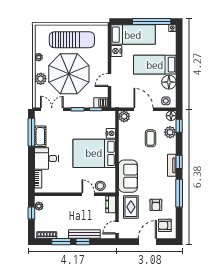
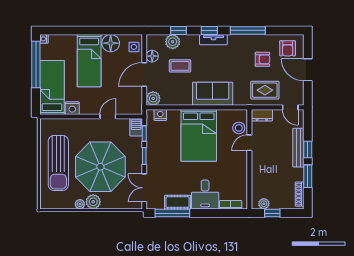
sun lounger: (72, 40) -> (58, 163), turned 180
plant: (41, 79) -> (93, 202), moved
door: (110, 80) -> (108, 116), swing flipped
floor lamp: (171, 116) -> (152, 56), moved
window: (179, 126) -> (179, 30), moved
nightstand: (111, 133) -> (160, 115), moved
sofa: (128, 176) -> (213, 94), moved

